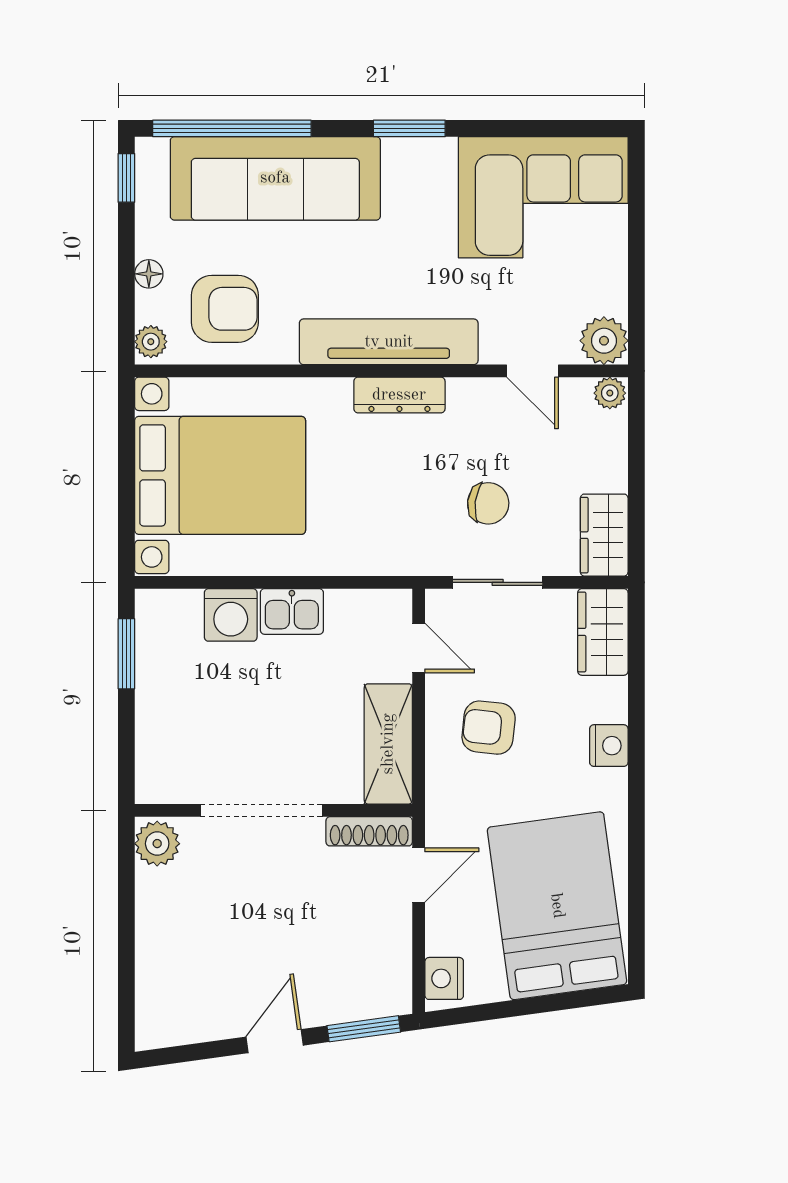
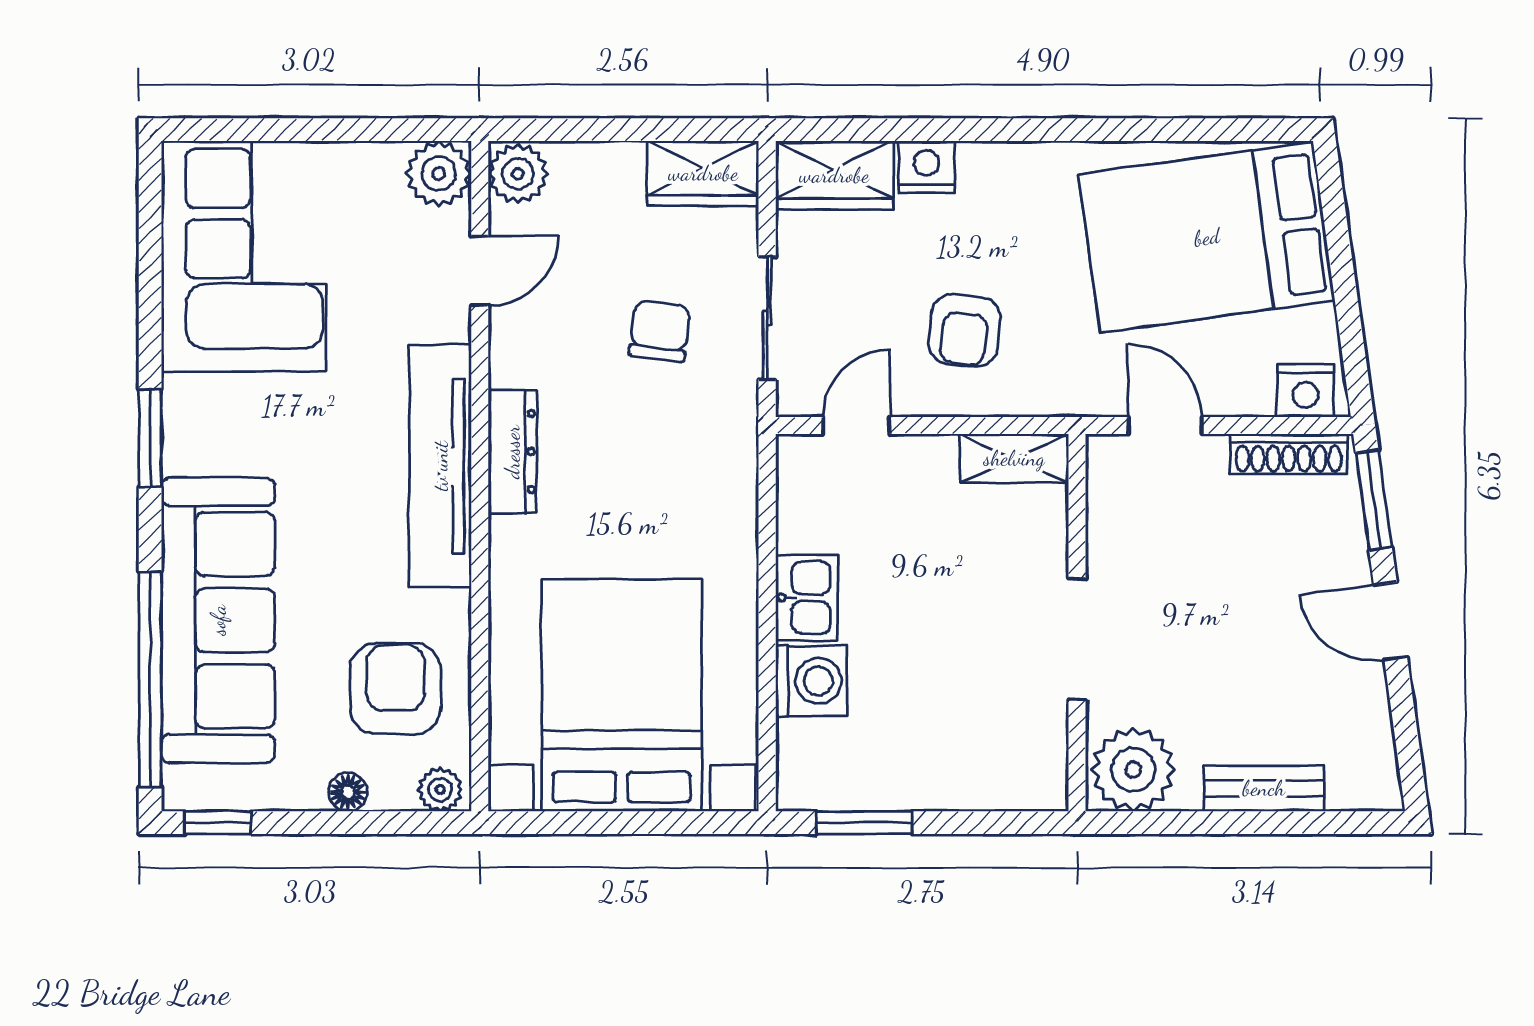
plant: (610, 393) -> (518, 174), width x1.38, depth x1.38
shelving: (388, 744) -> (1014, 458), width x0.67, depth x0.75
nightstand: (609, 746) -> (926, 167), moved
doorway: (262, 810) -> (1077, 639), width x0.73
shoe rack: (369, 831) -> (1289, 454), moved, turned 90
plant: (157, 844) -> (1133, 770), width x1.36, depth x1.36
bench: (152, 948) -> (1264, 788), added

